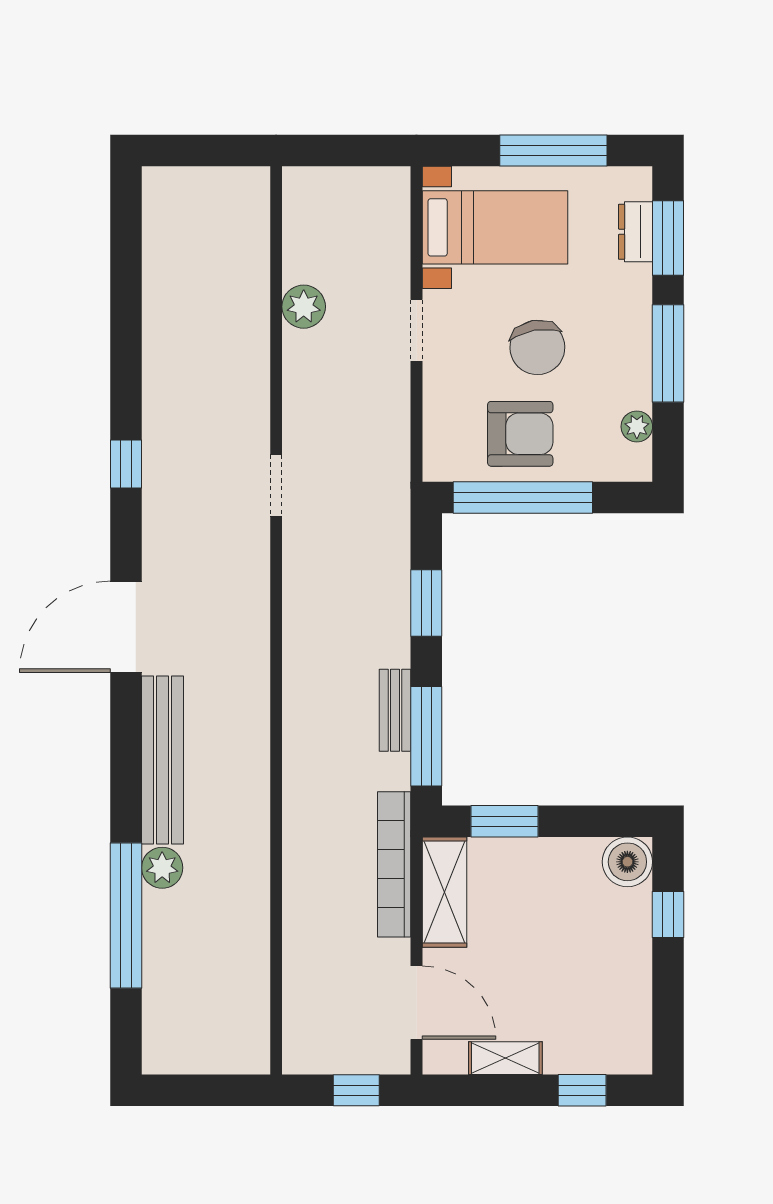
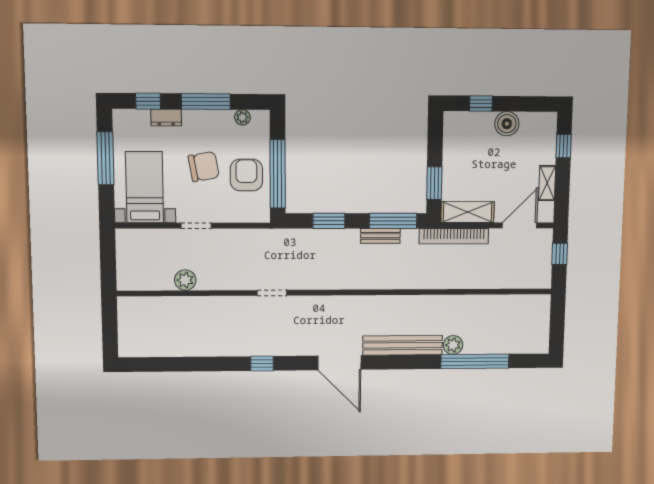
dresser: (635, 232) -> (166, 118), moved
window: (668, 238) -> (148, 101), width x0.67
boiler: (627, 862) -> (507, 124), moved

